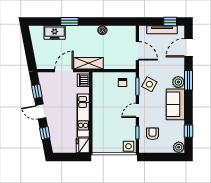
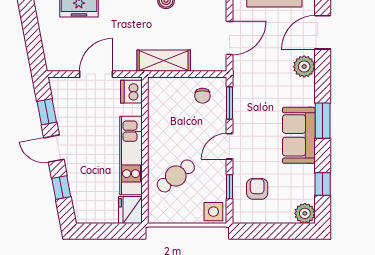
door: (137, 51) -> (230, 38), hinge flipped
shelving: (88, 63) -> (164, 61), moved
window: (188, 80) -> (323, 121), moved
plant: (178, 82) -> (304, 66), moved
side table: (149, 84) -> (251, 99), removed
cafe table: (108, 127) -> (176, 176), added

